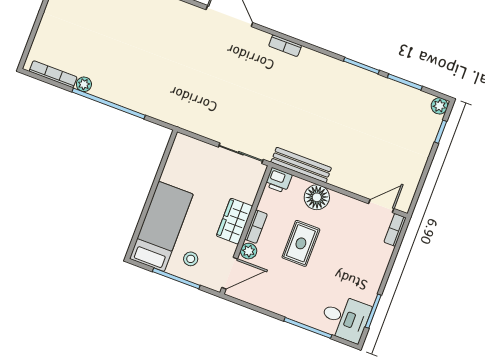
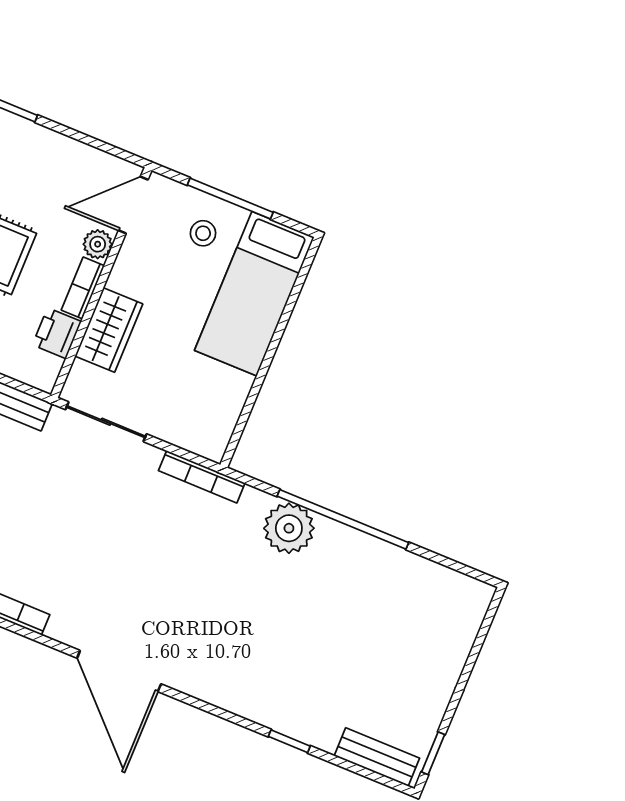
bookcase: (53, 74) -> (202, 477), moved
plant: (84, 84) -> (289, 528), moved, width x1.88, depth x1.88
printer: (279, 180) -> (57, 333), moved, turned -90
wardrobe: (234, 221) -> (109, 330), moved

